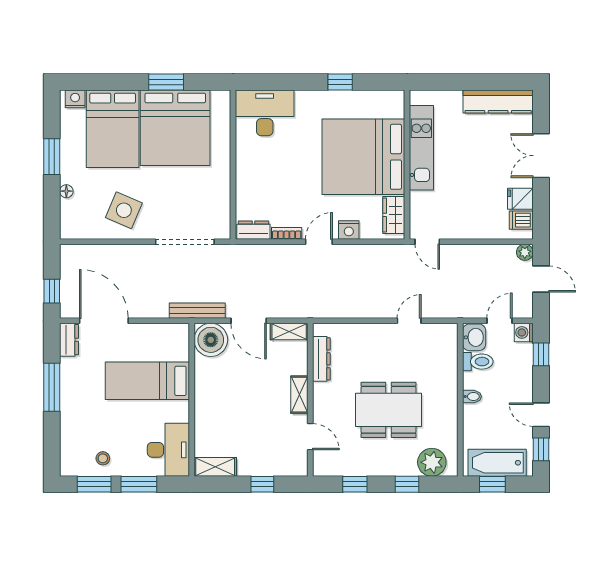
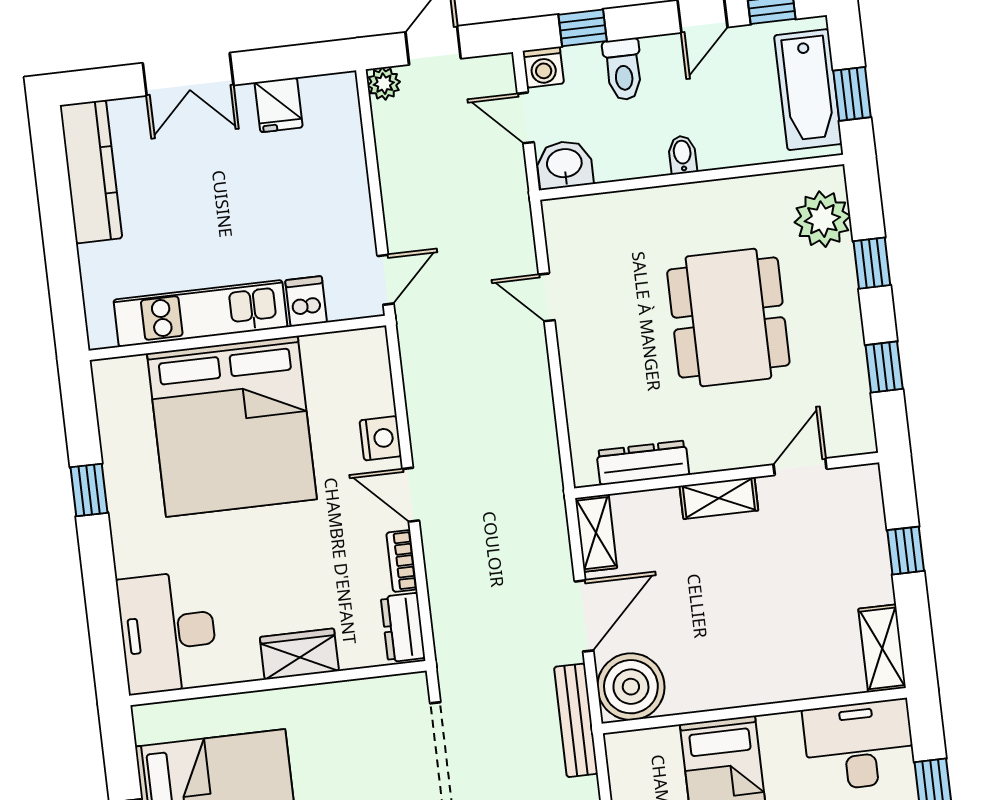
wardrobe: (394, 215) -> (299, 654), moved, turned 180
dishwasher: (521, 220) -> (306, 301), moved, turned 180
toilet: (478, 362) -> (623, 69), moved, turned 180

